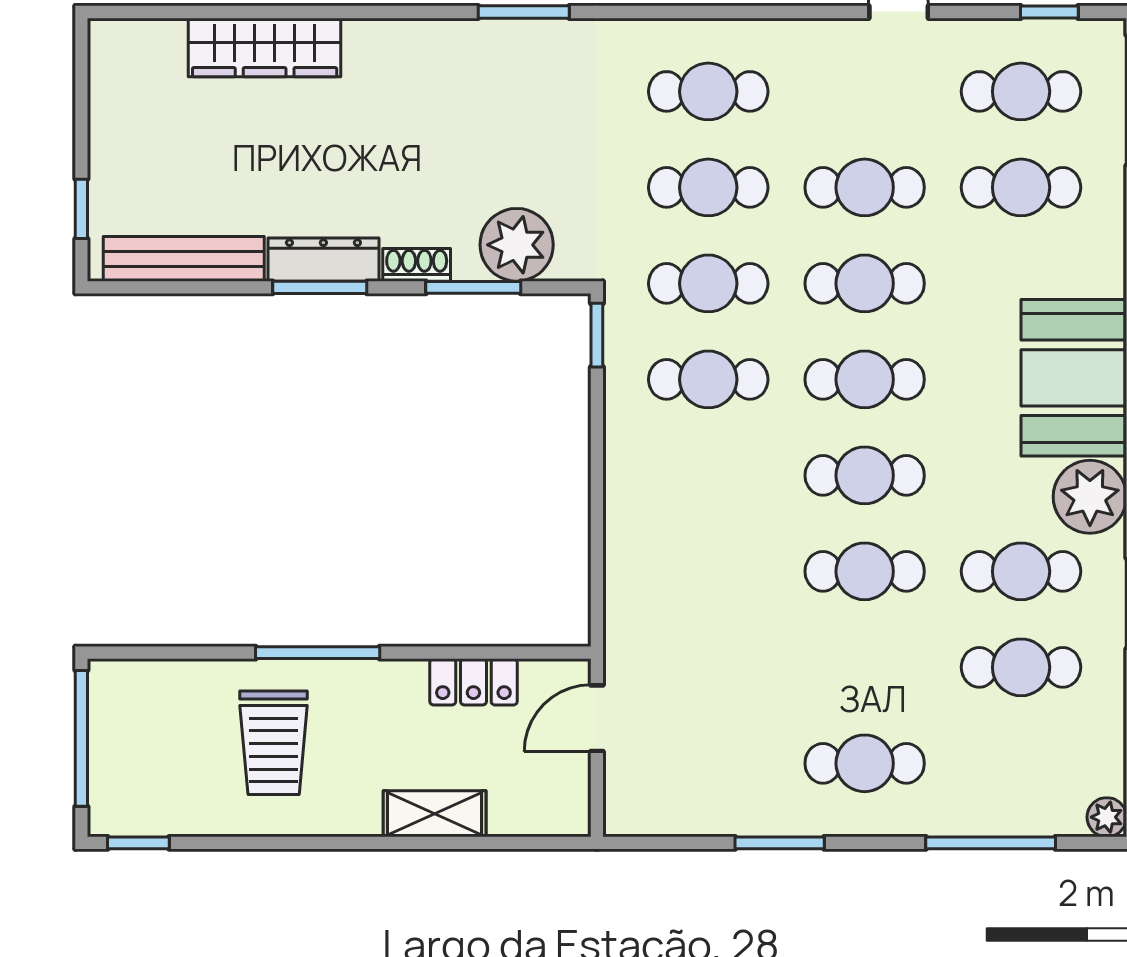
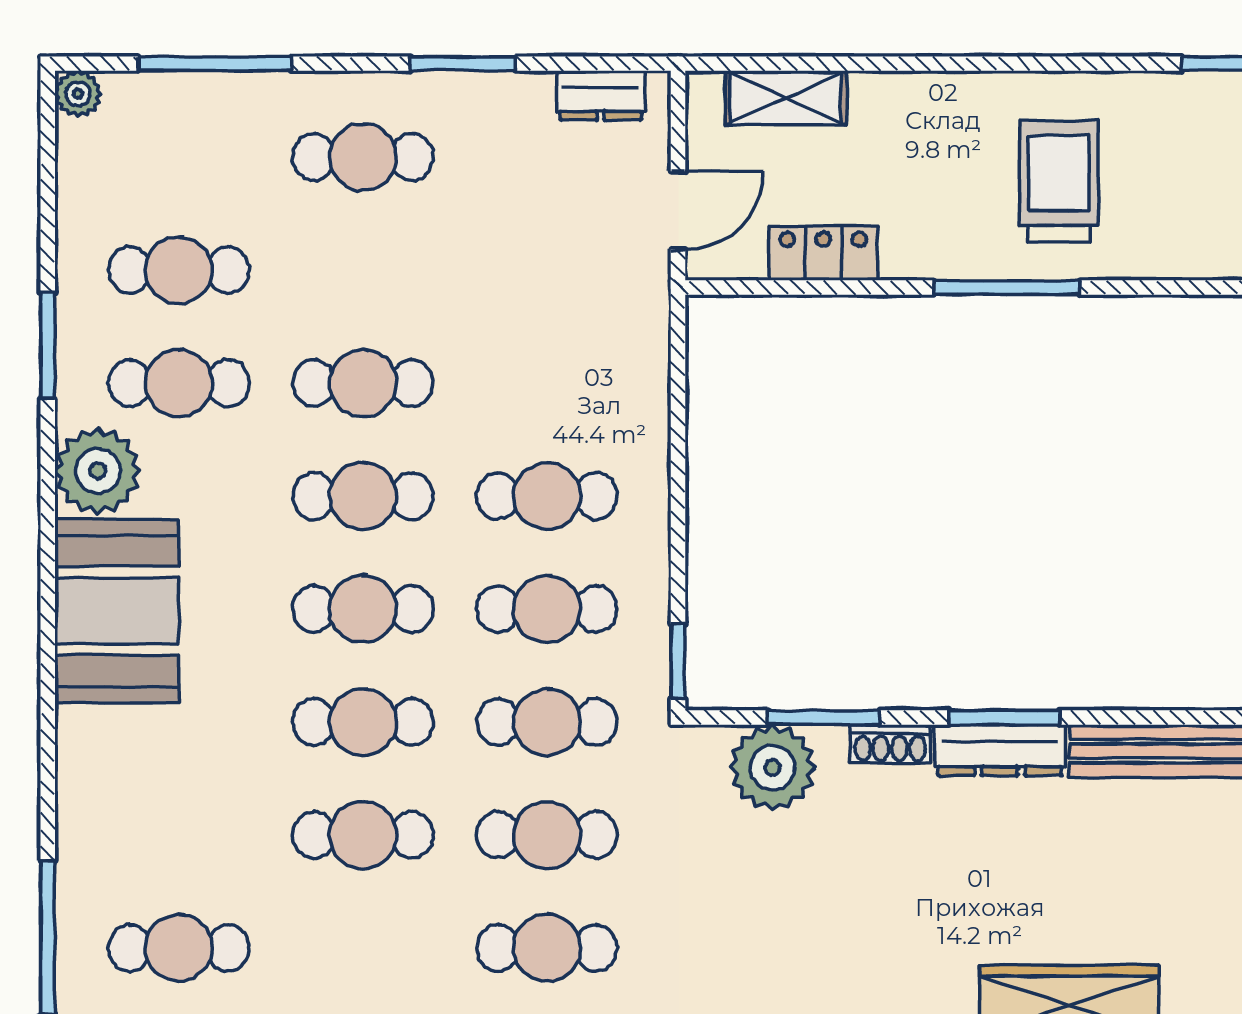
cafe table: (1021, 187) -> (547, 496), moved
shelving: (435, 814) -> (786, 98), moved
dresser: (663, 816) -> (601, 95), added

